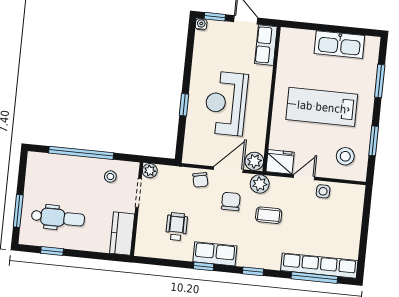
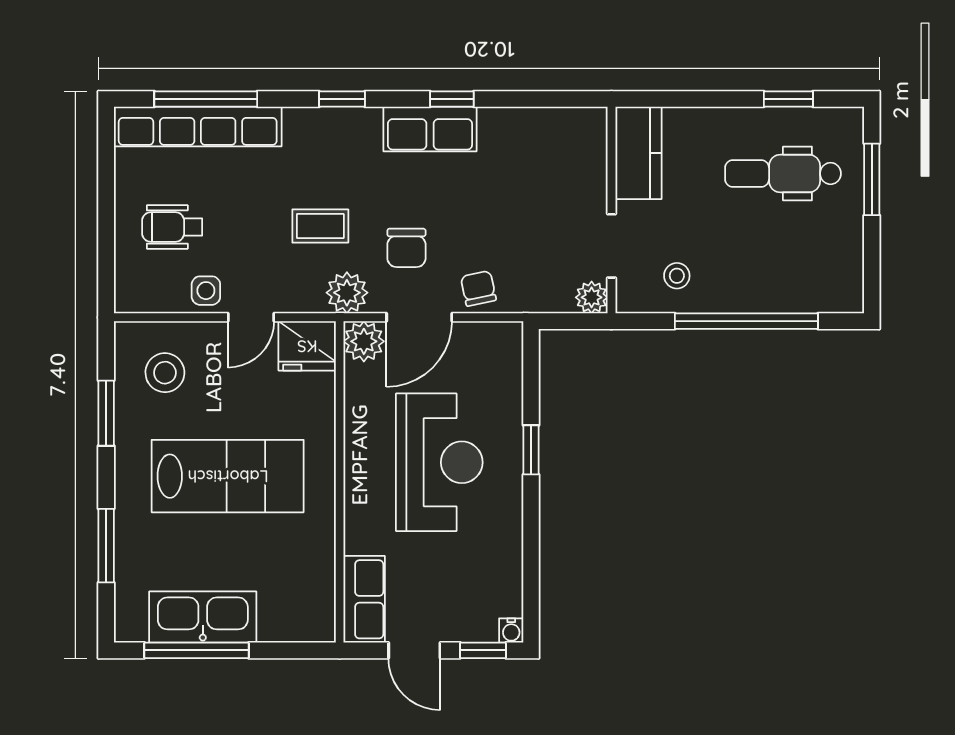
window: (344, 30) -> (196, 650), added
wheelchair: (177, 227) -> (172, 227), moved, turned 90

